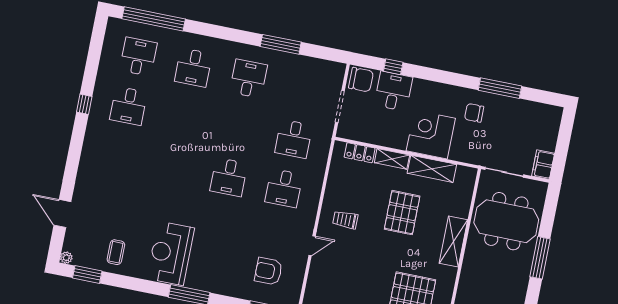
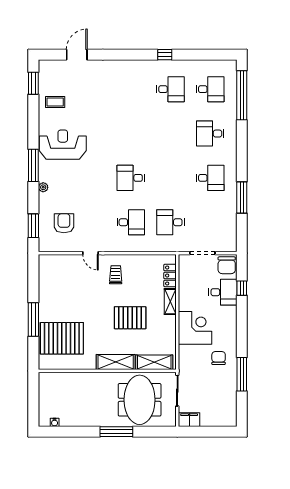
desk: (128, 106) -> (170, 89), turned 180
shelving: (432, 169) -> (154, 362), moved, turned 90
desk: (284, 188) -> (131, 222), turned 180
plant: (66, 258) -> (43, 187), moved

